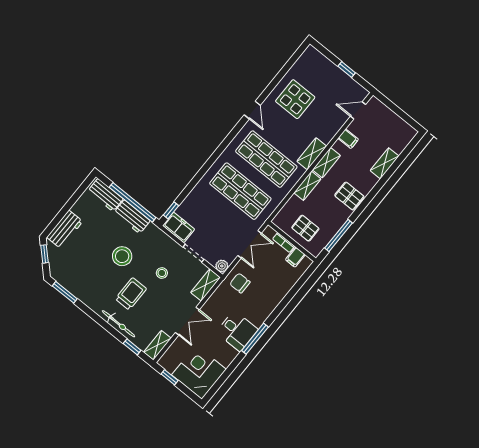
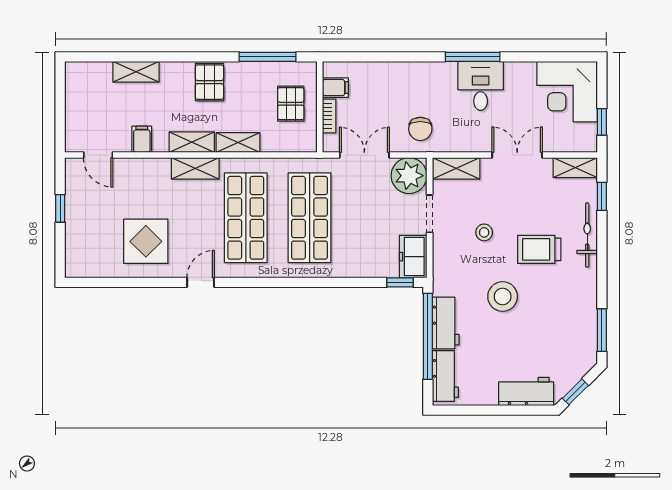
plant: (222, 266) -> (409, 176), width x1.88, depth x1.88

